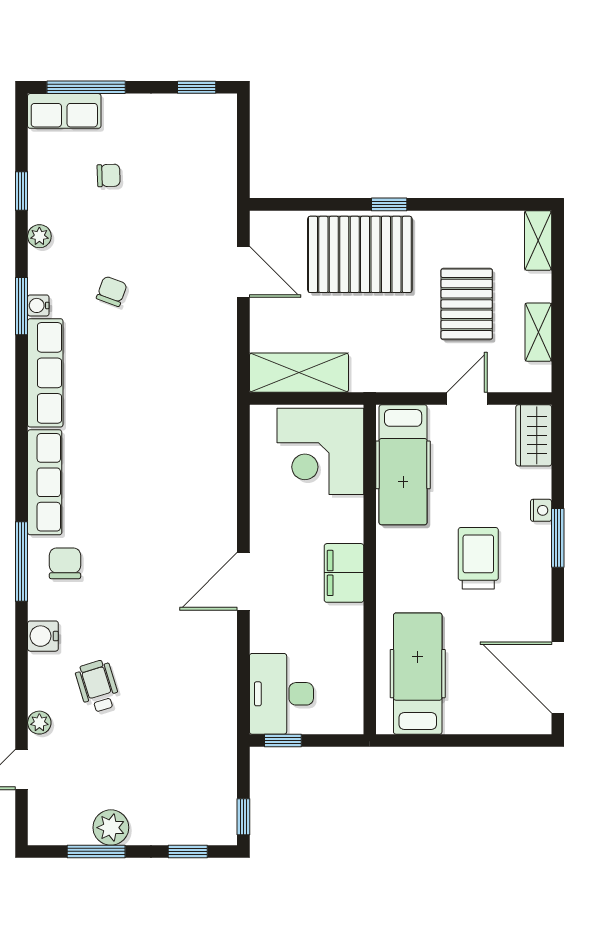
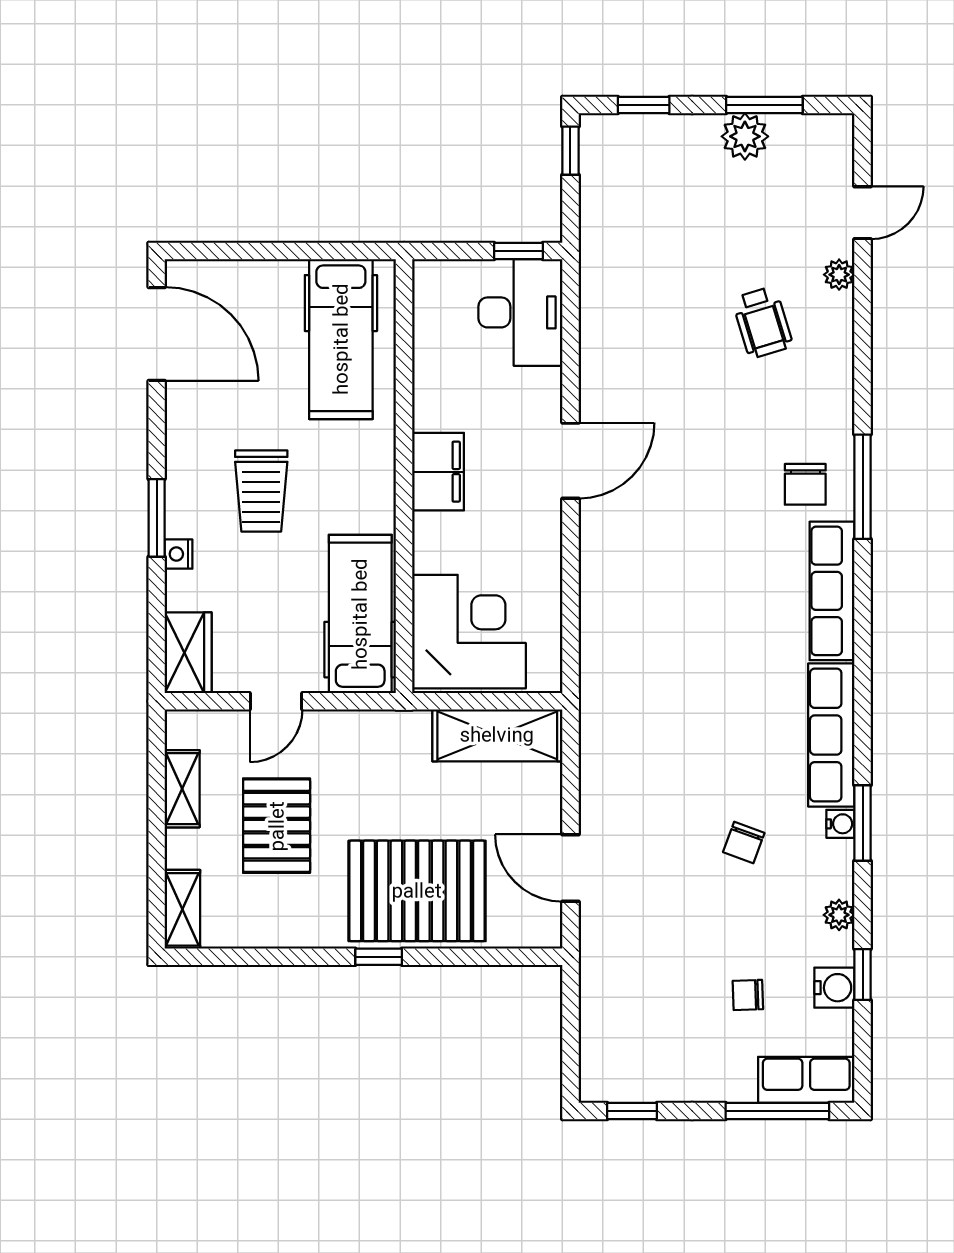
water cooler: (43, 636) -> (834, 988), moved

